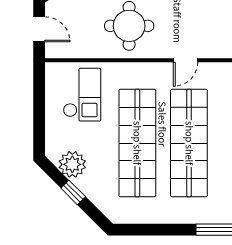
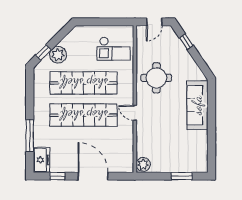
plant: (72, 164) -> (58, 55), moved
window: (73, 192) -> (43, 52), moved

